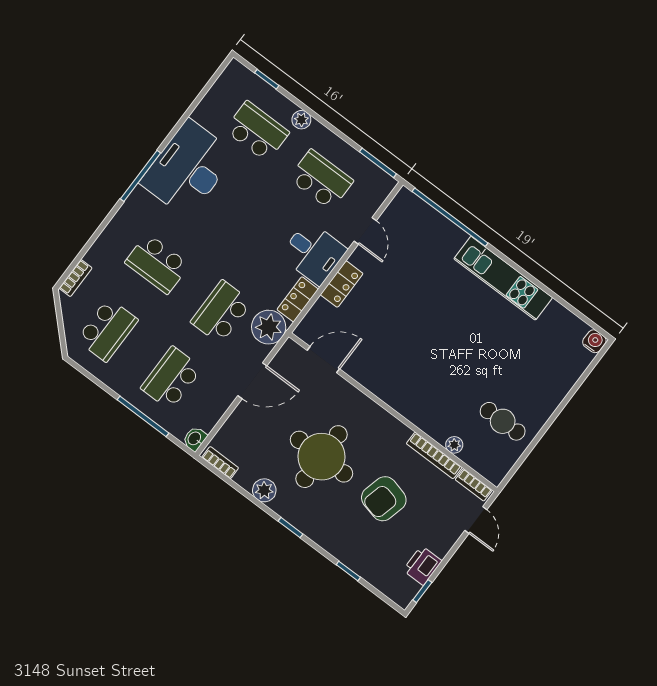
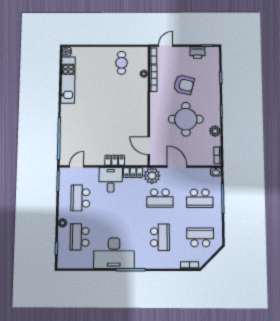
door: (365, 231) -> (77, 166), moved
kitchen unit: (503, 278) -> (68, 80), moved

